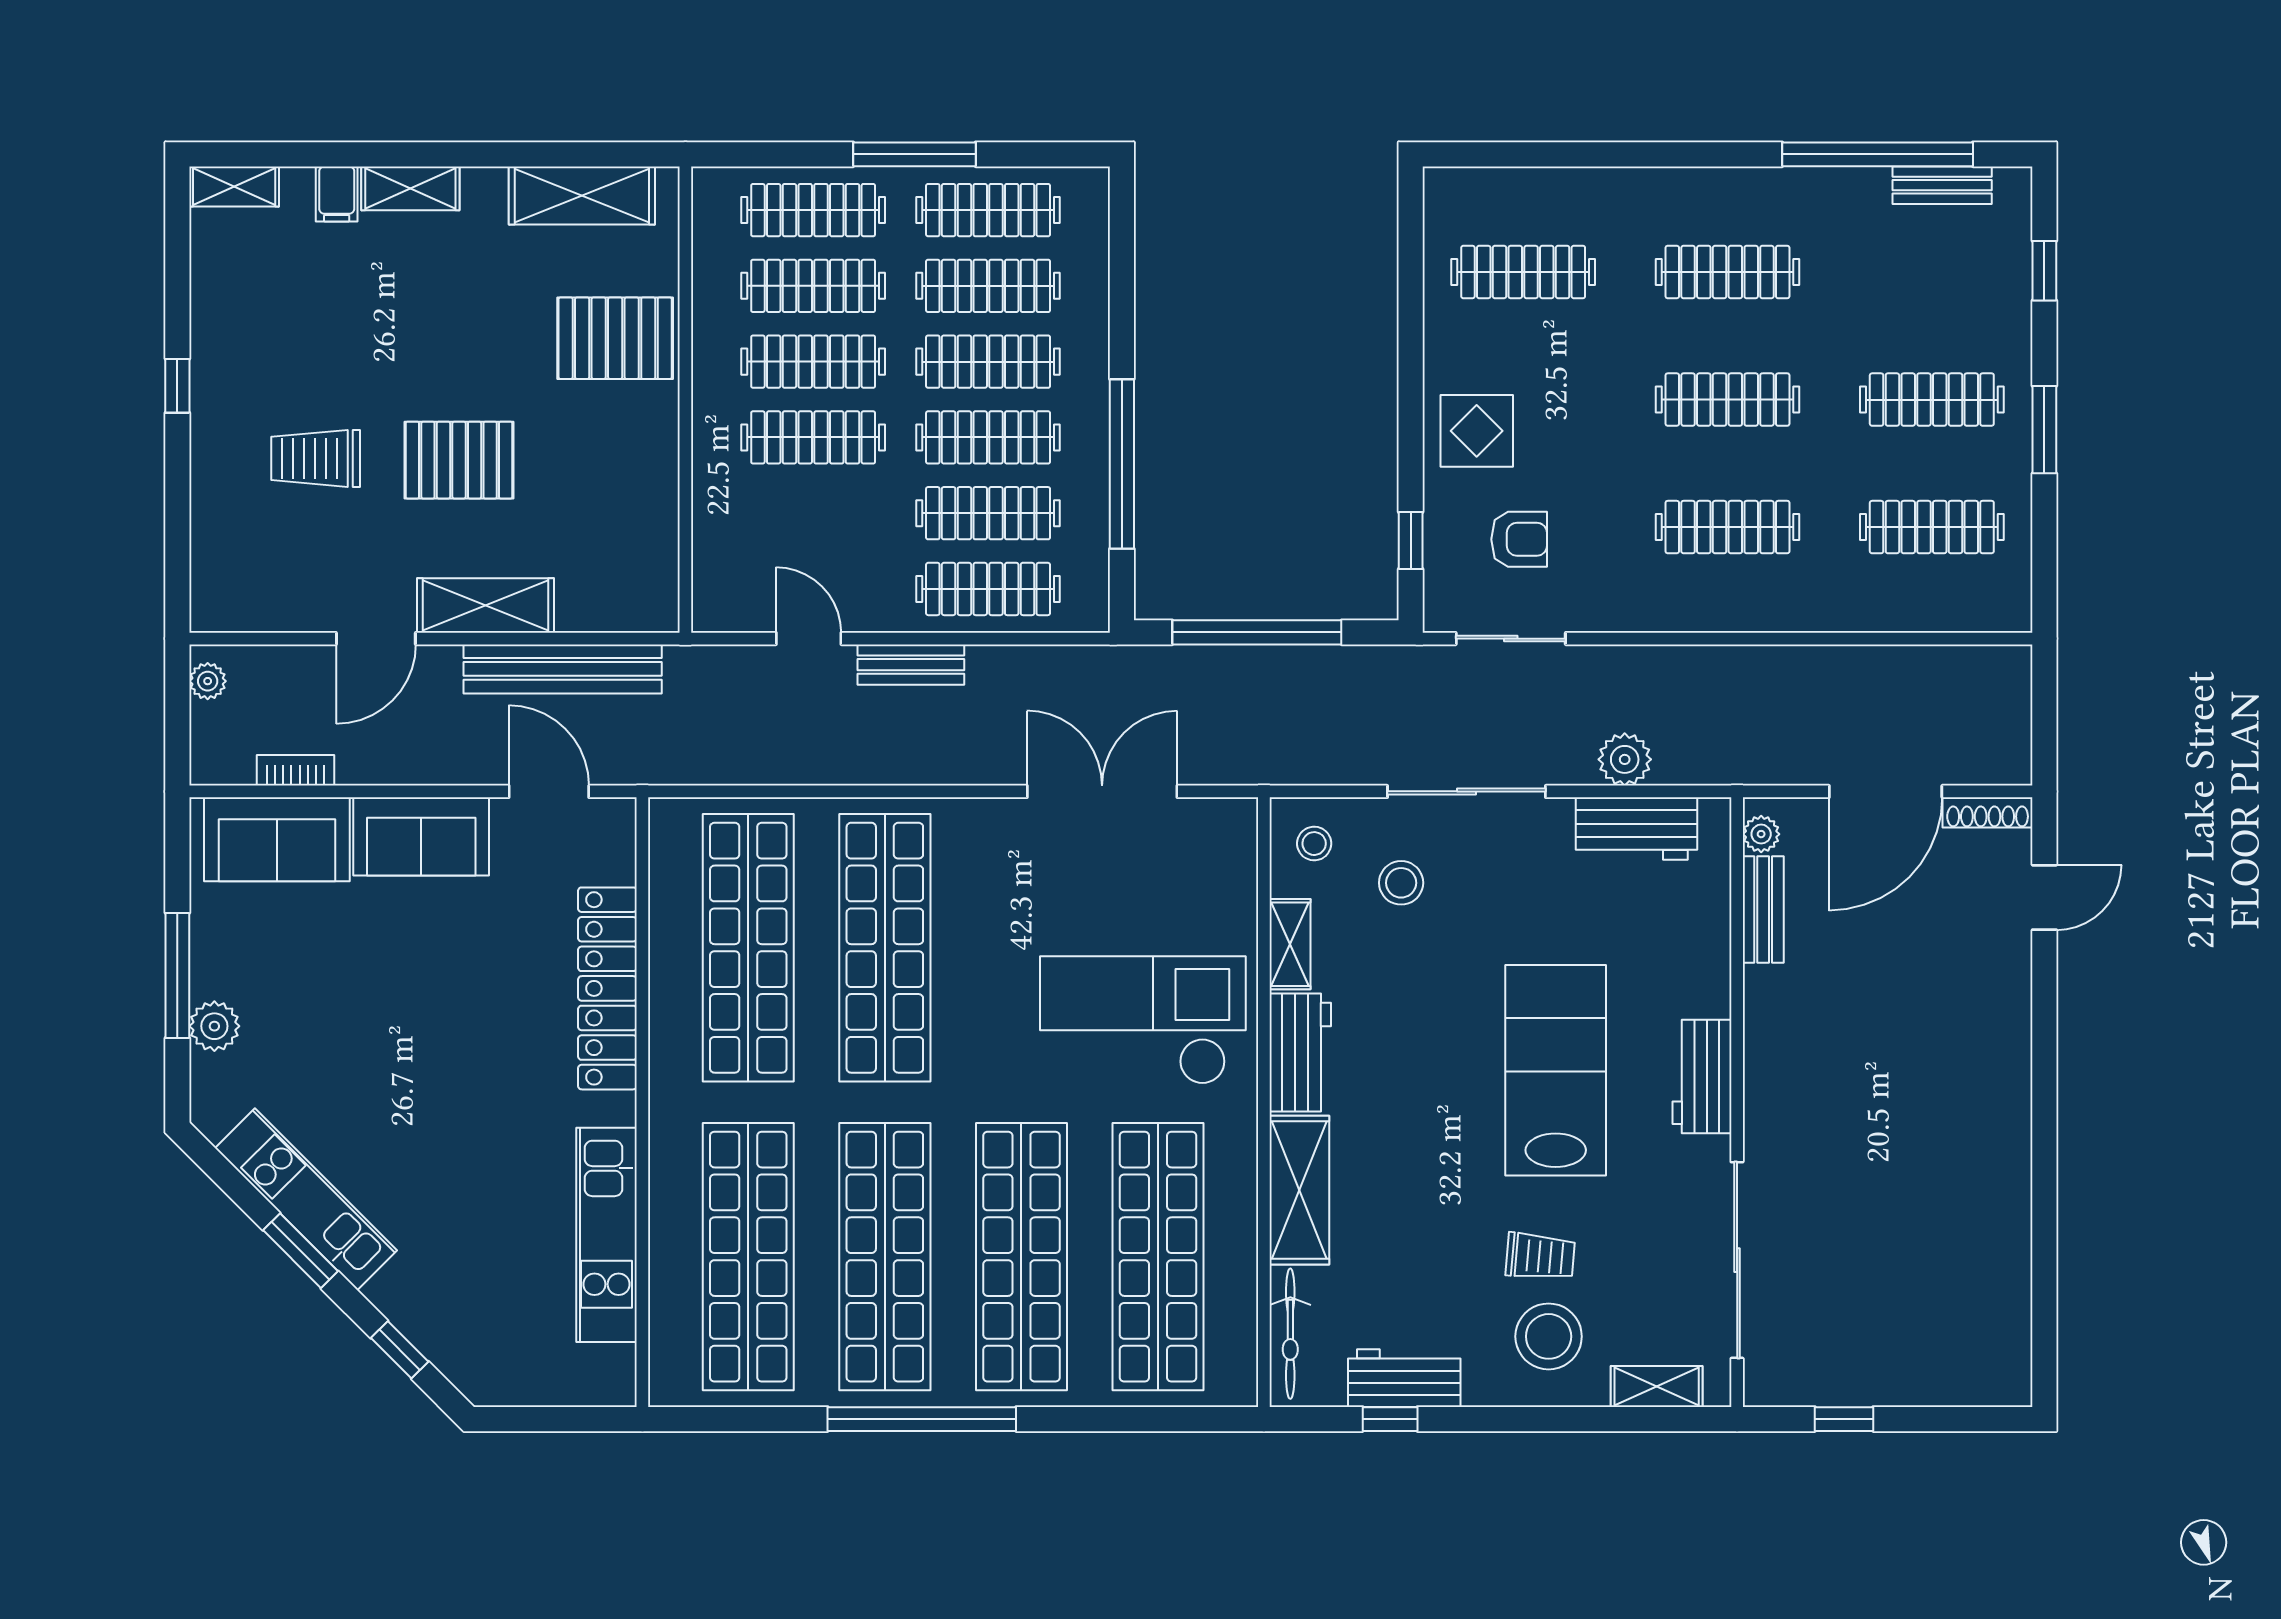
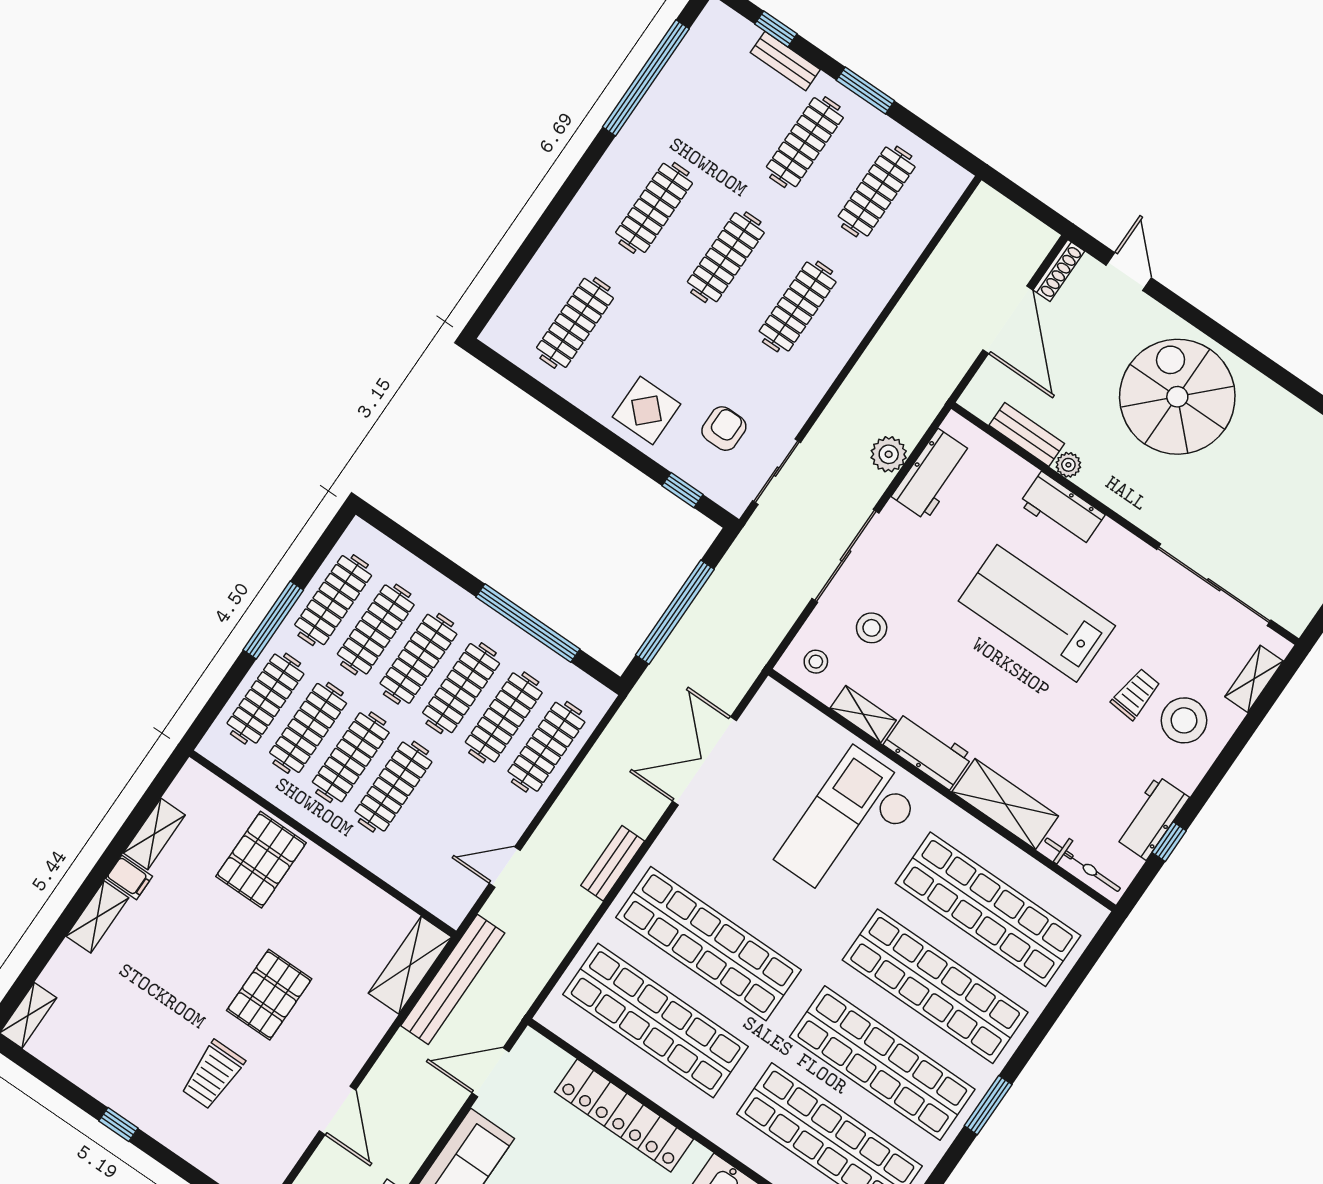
bench: (1942, 185) -> (785, 61), moved, turned 90
filing cabinet: (337, 194) -> (129, 877), moved
shelving: (582, 195) -> (154, 834), width x0.67, depth x0.75
shelving: (486, 605) -> (410, 965), moved
bench: (911, 665) -> (613, 863), moved
bench: (563, 669) -> (453, 979), moved
plant: (1761, 834) -> (1068, 465), moved
spiral stairs: (1934, 1060) -> (1177, 397), added
workbench: (1702, 1076) -> (1062, 510), moved
window: (922, 1419) -> (988, 1105), width x0.47

